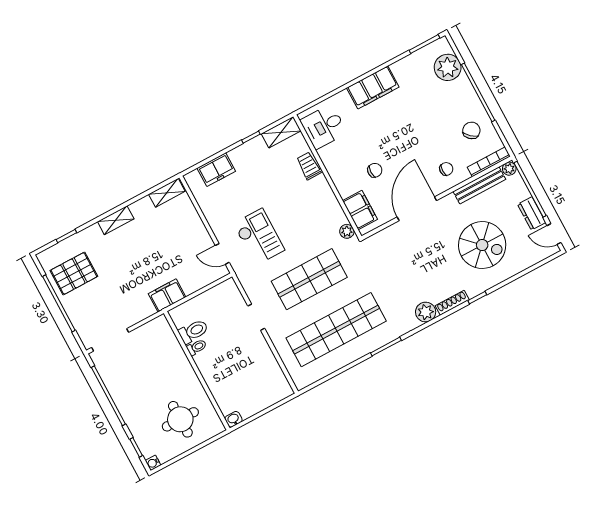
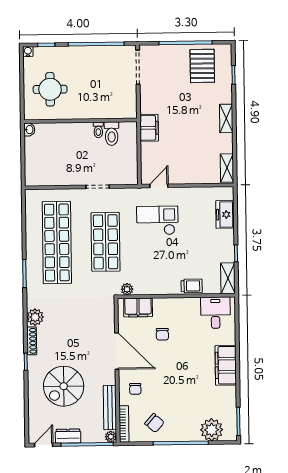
checkout: (259, 237) -> (157, 220), turned 180

